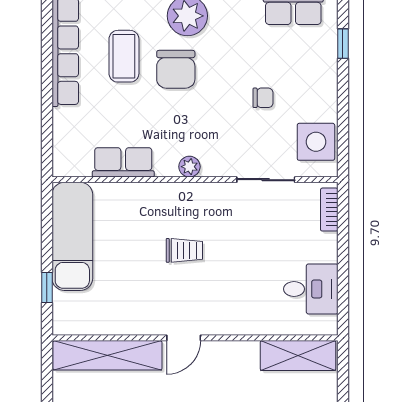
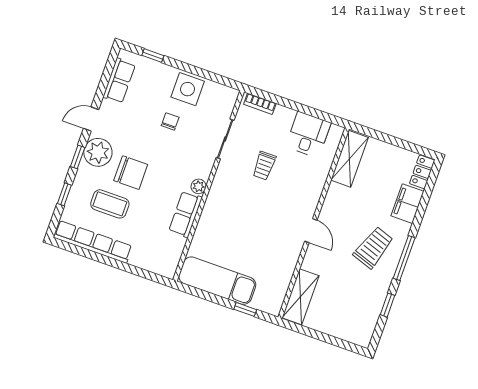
side table: (316, 142) -> (188, 89), moved
row of seats: (123, 162) -> (185, 214), moved
trolley: (184, 250) -> (264, 166), moved, turned 180
shelving: (107, 355) -> (300, 297), width x0.68

